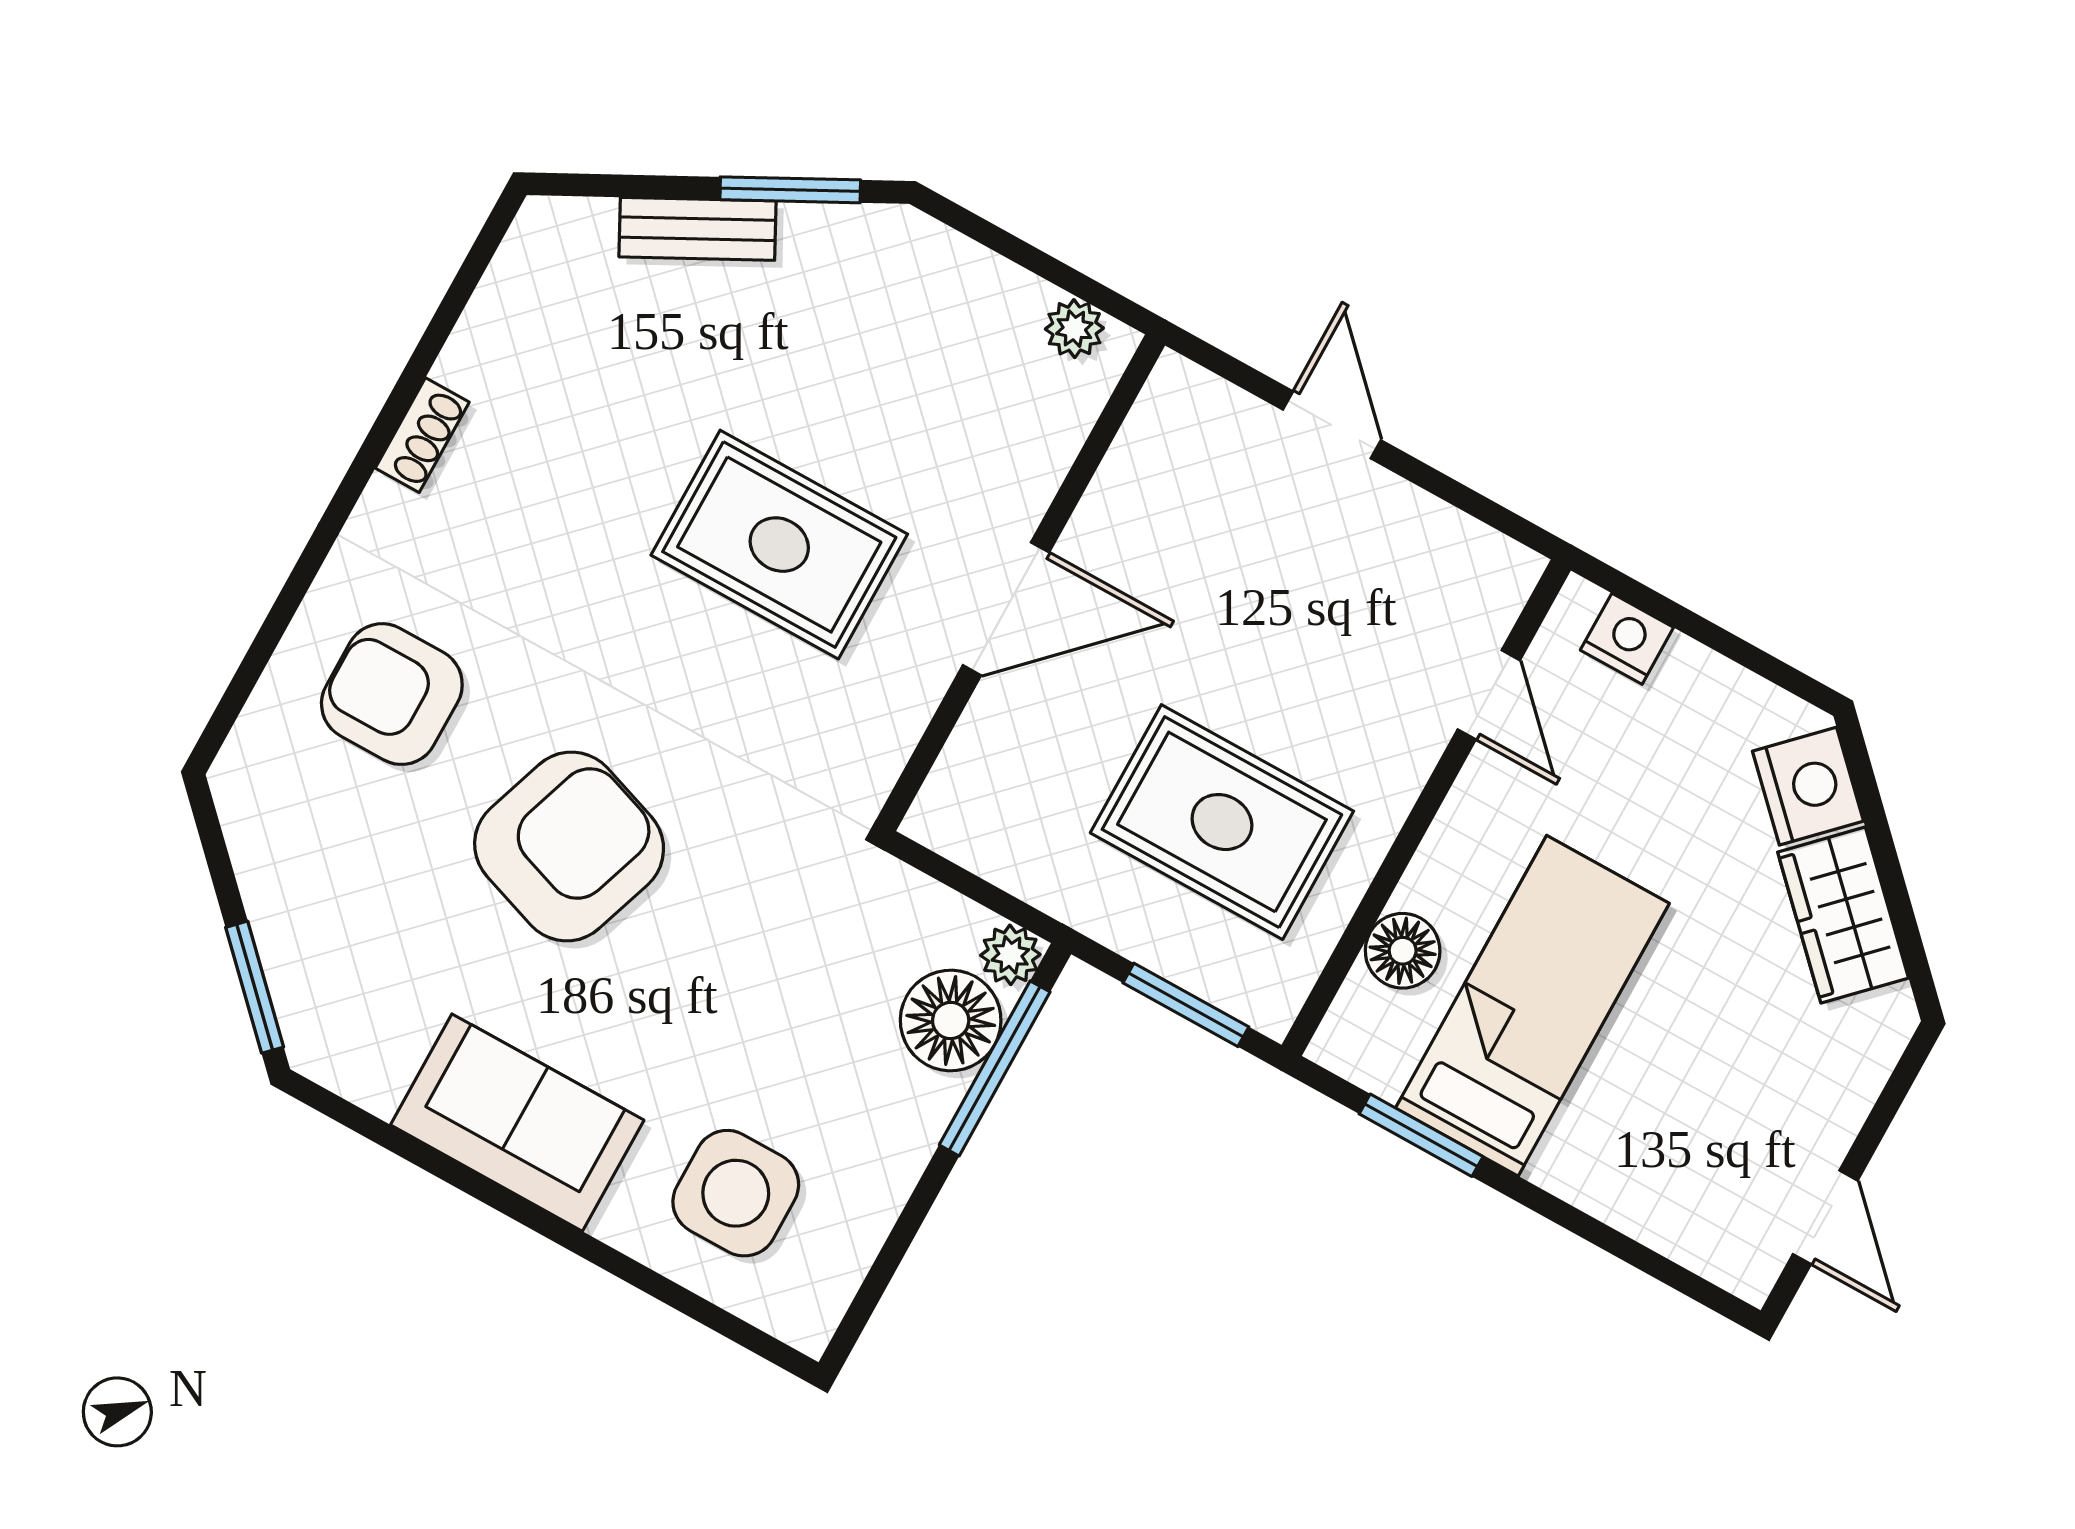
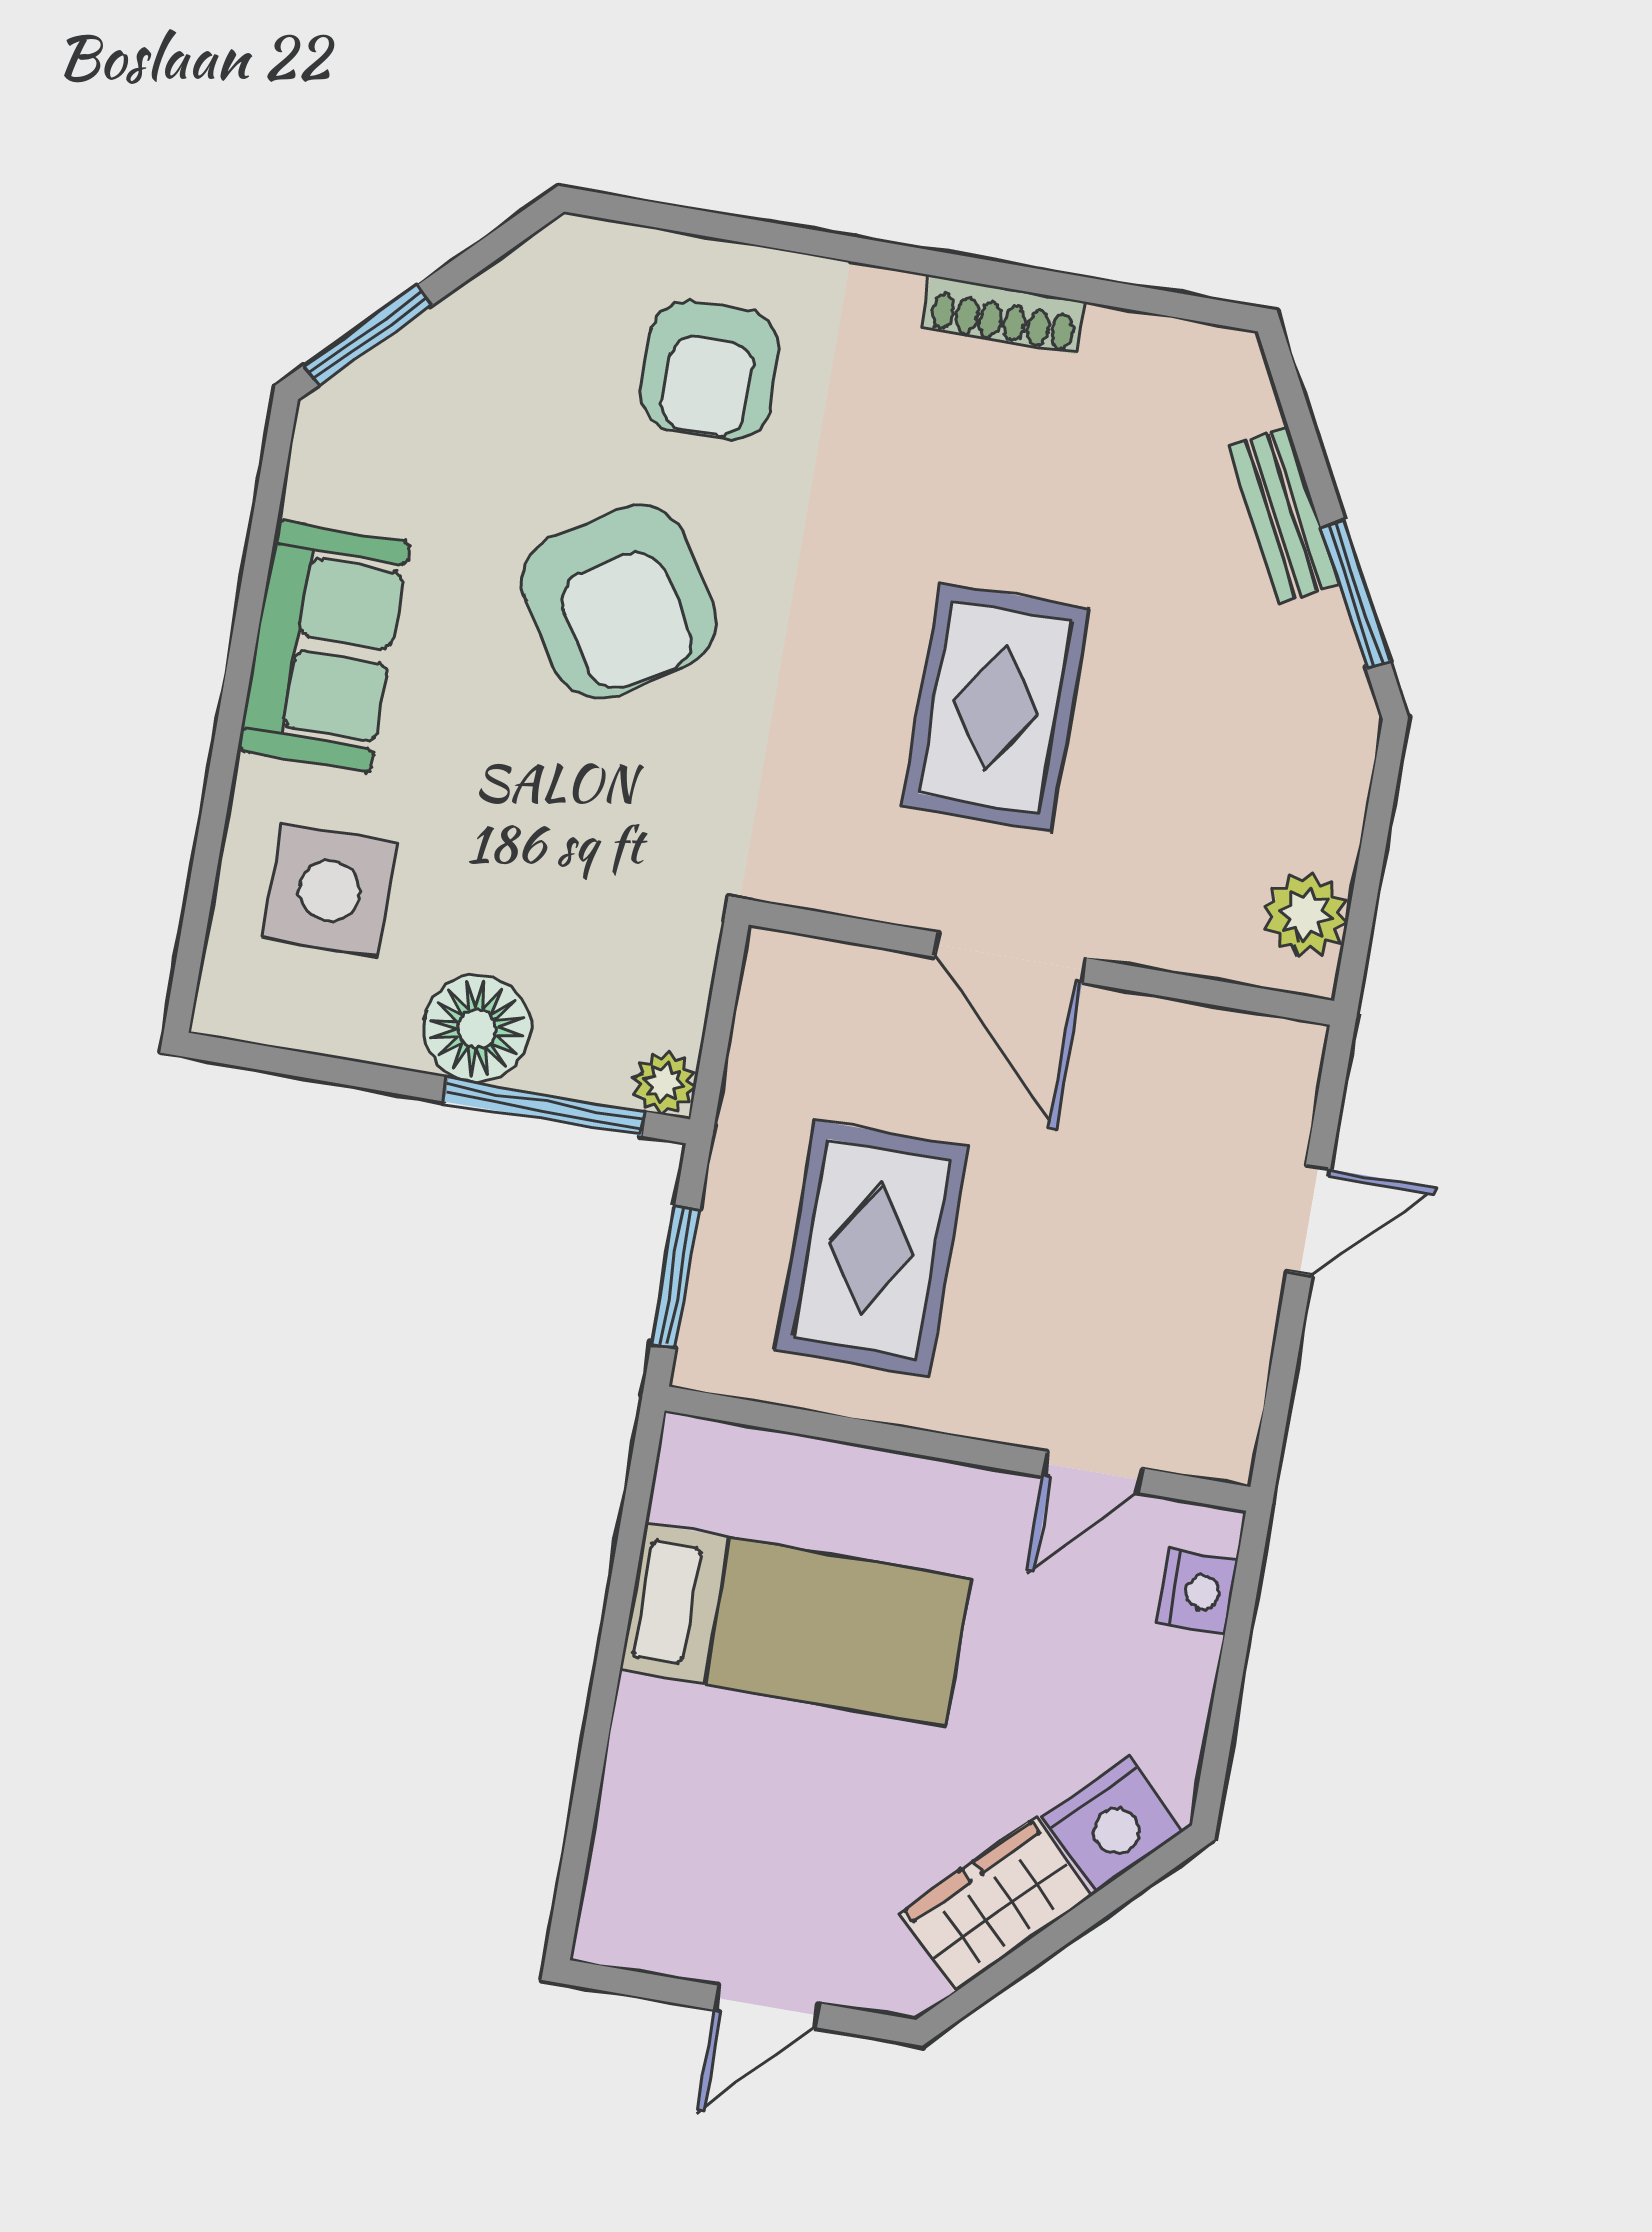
plant: (1074, 329) -> (1306, 915), width x1.38, depth x1.38
shoe rack: (422, 435) -> (1004, 315), width x1.43
armchair: (392, 694) -> (710, 371), turned 180
armchair: (569, 847) -> (619, 602), turned 39
floor lamp: (1403, 951) -> (806, 1475), removed
floor lamp: (951, 1020) -> (477, 1028), moved
window: (1421, 1135) -> (627, 1558), removed
door: (1825, 1217) -> (767, 2007), moved

